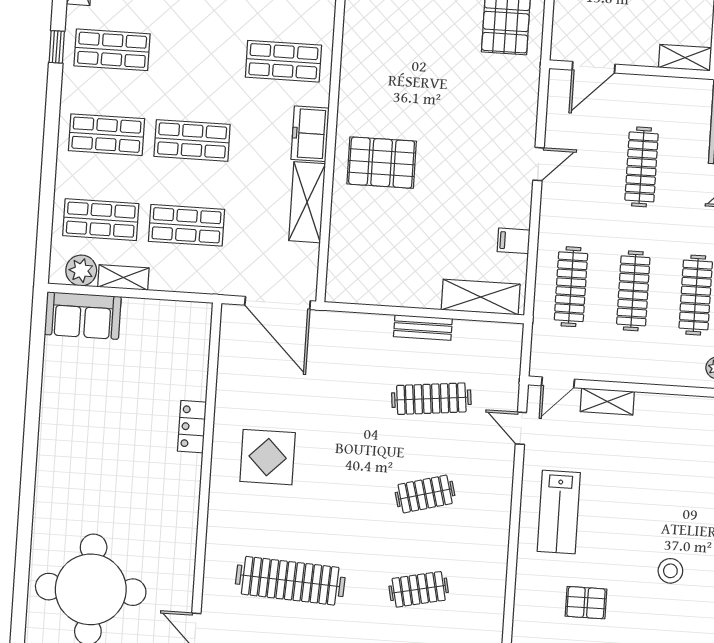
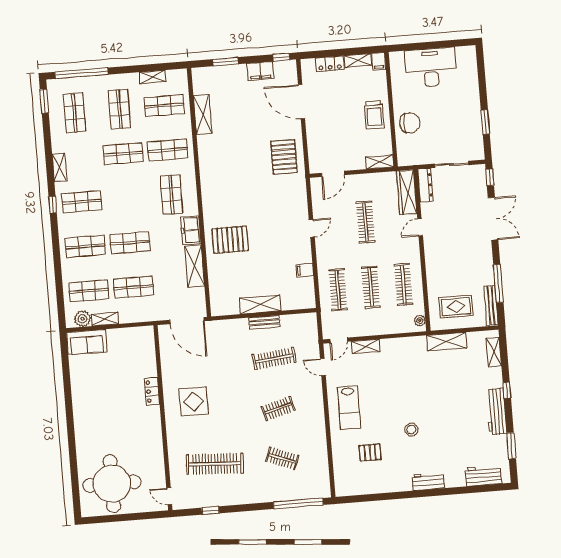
shop shelf: (283, 61) -> (171, 195), turned 90
shelving: (481, 297) -> (260, 304), moved
clothes rail: (419, 589) -> (282, 458), turned 33

